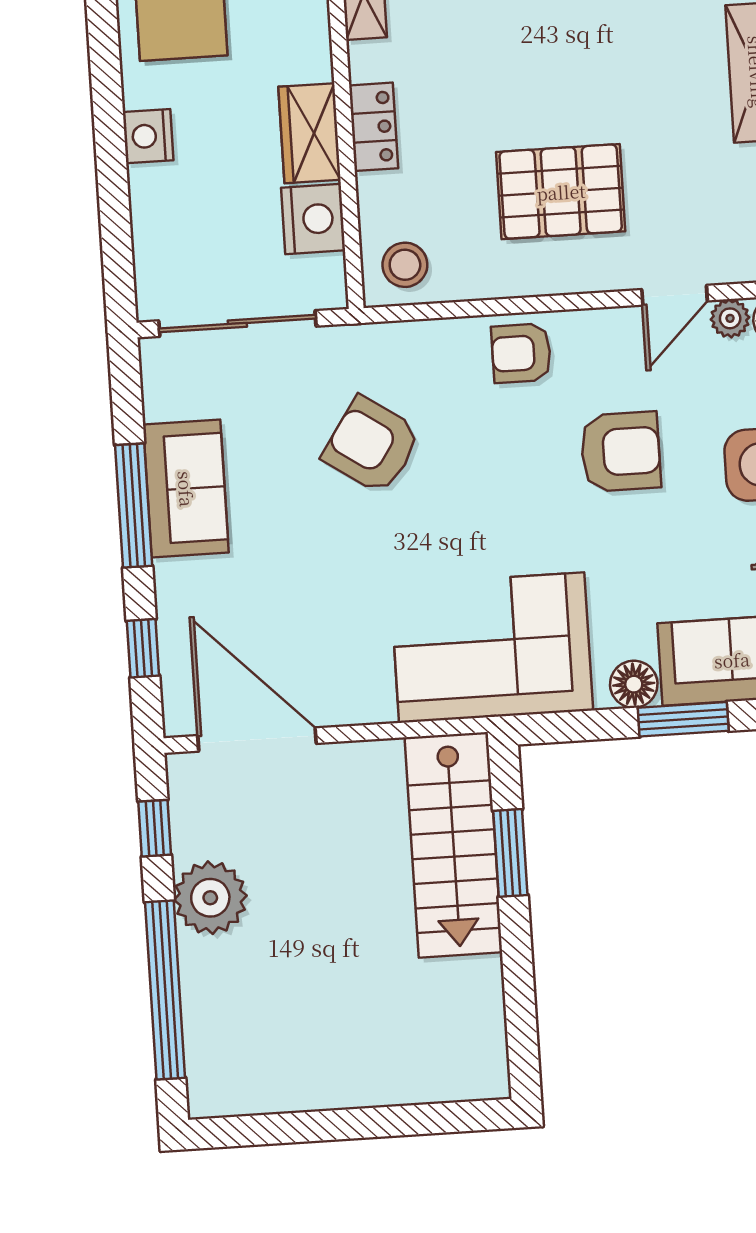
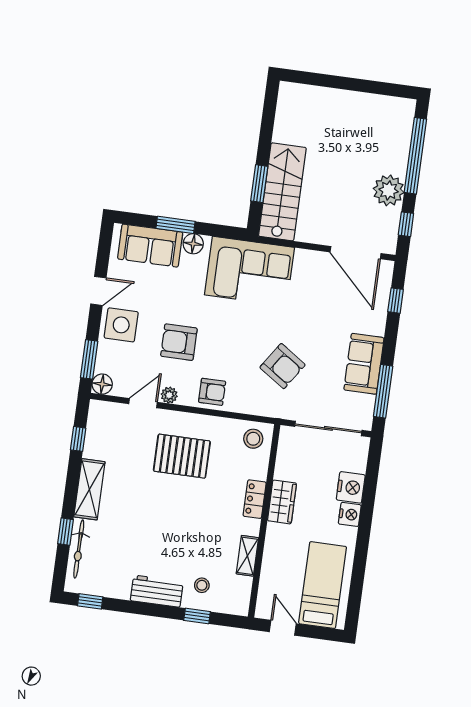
nightstand: (313, 219) -> (351, 487), moved, turned 180
plant: (730, 318) -> (169, 395), moved
window: (134, 505) -> (383, 391), moved

